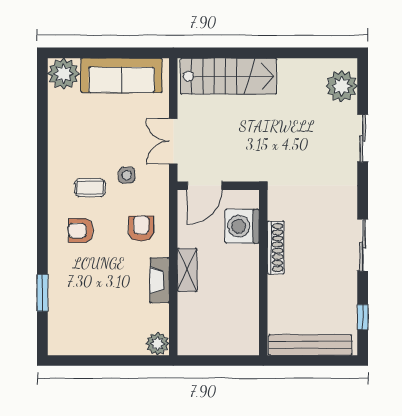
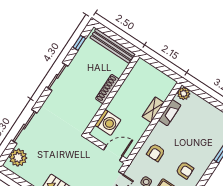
sliding door: (363, 138) -> (24, 127), width x1.37
shoe rack: (276, 248) -> (107, 89), moved
shelving: (187, 270) -> (153, 110), moved
fireplace: (159, 280) -> (170, 113), moved

